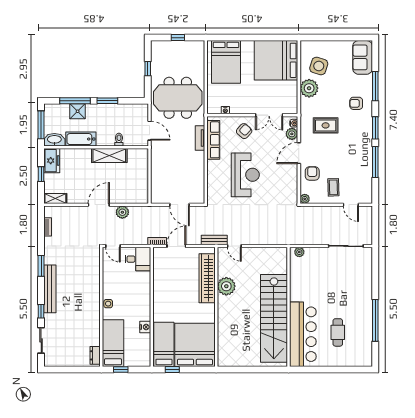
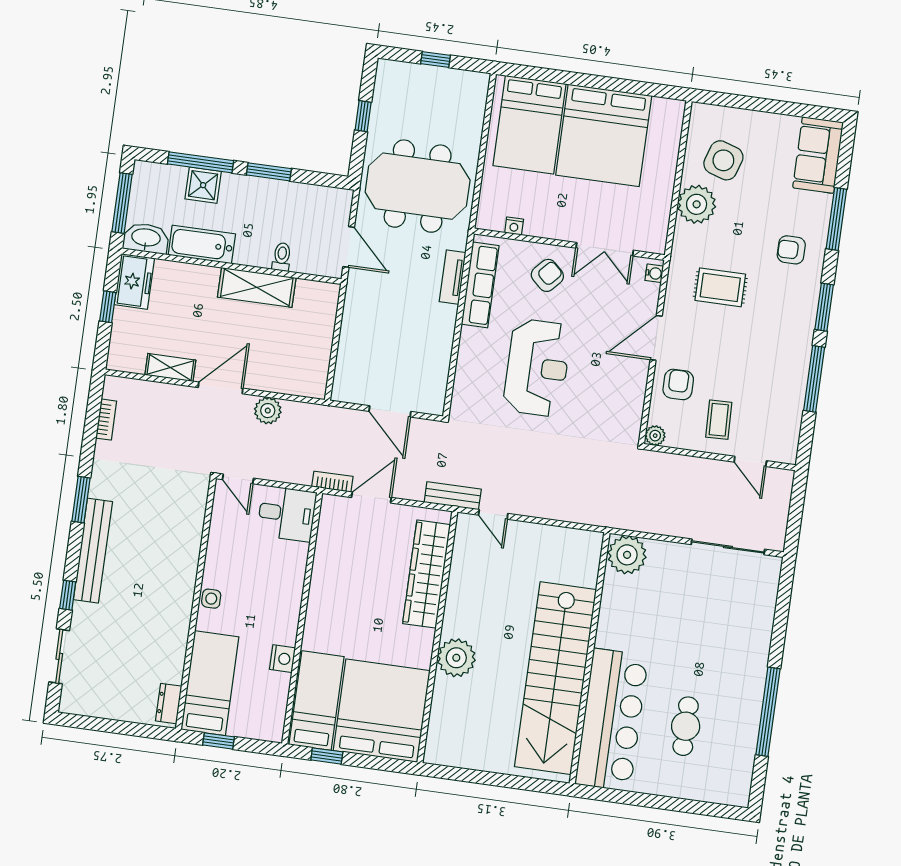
bed: (276, 60) -> (604, 135), moved, turned -90
plant: (292, 134) -> (647, 295), removed
shelving: (55, 198) -> (170, 367), moved
plant: (299, 252) -> (627, 555), width x1.88, depth x1.88
plant: (226, 286) -> (456, 658), moved

